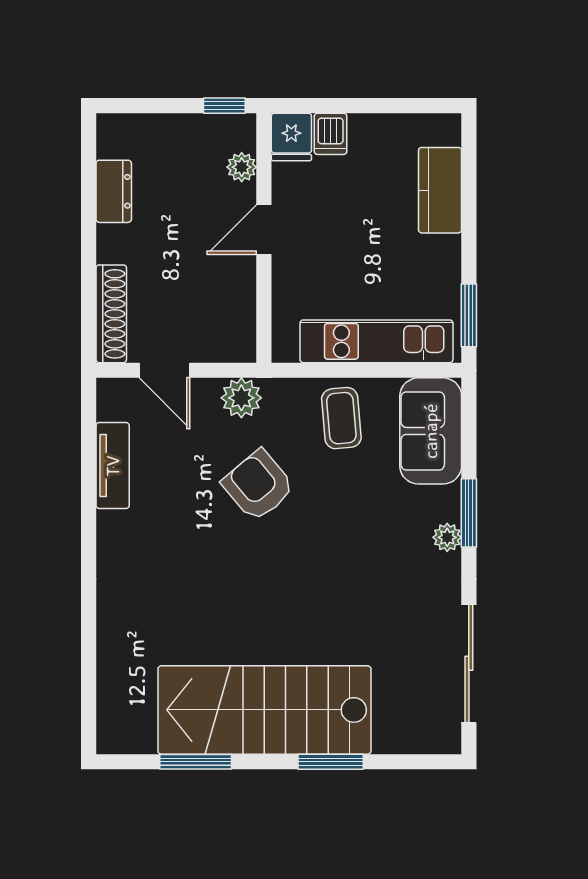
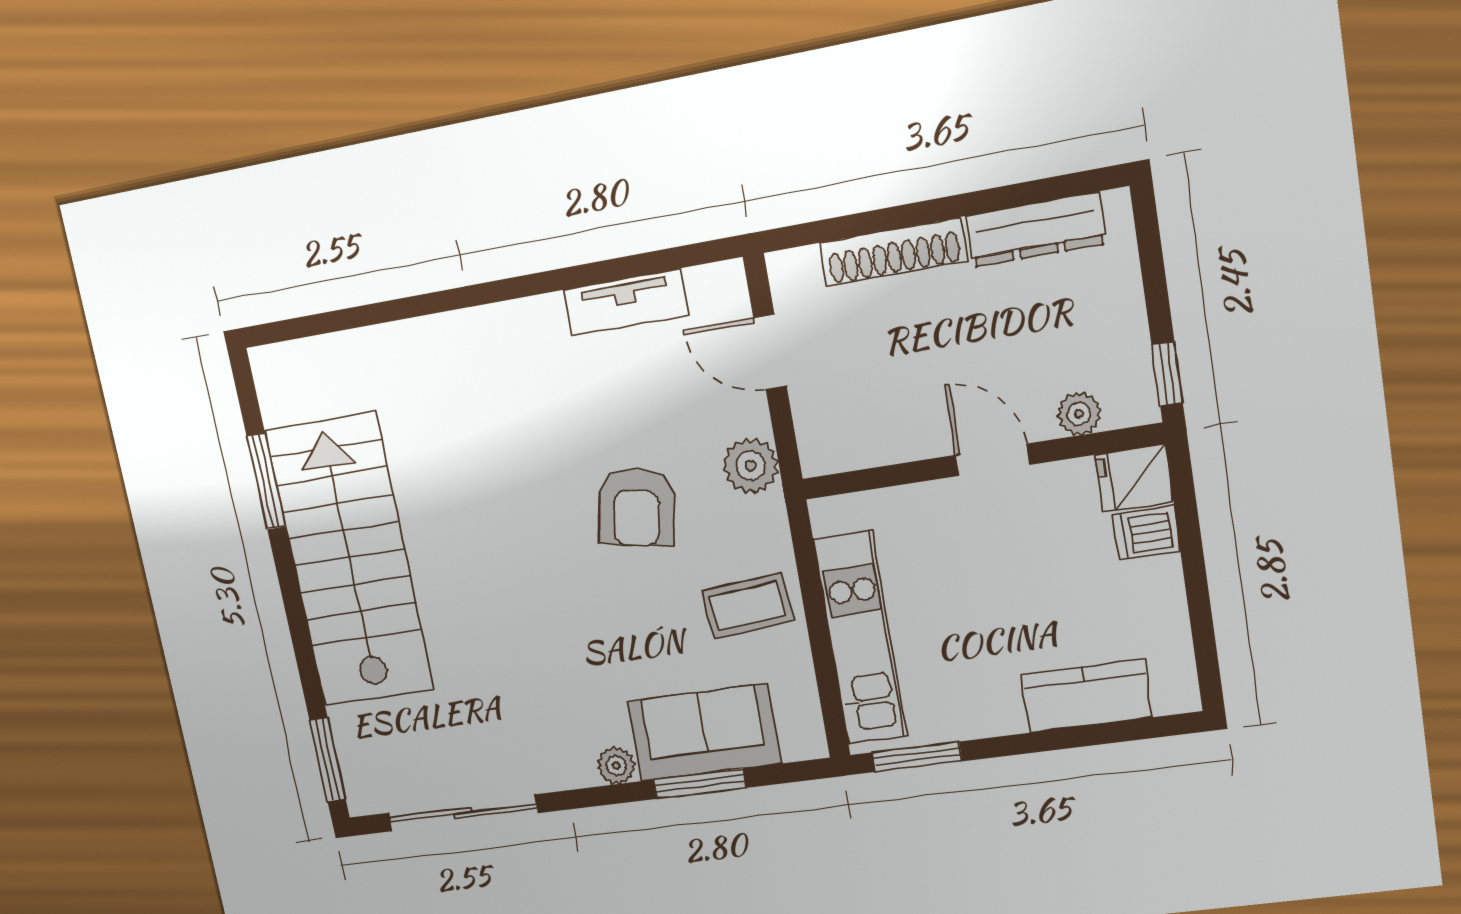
dresser: (114, 191) -> (1036, 230), width x1.44
shoe rack: (111, 314) -> (893, 252), moved
door: (165, 370) -> (770, 352), hinge flipped
sofa: (431, 431) -> (704, 733), moved
armchair: (258, 486) -> (637, 507), turned 141
window: (469, 513) -> (700, 784), moved
window: (331, 762) -> (328, 760), moved

